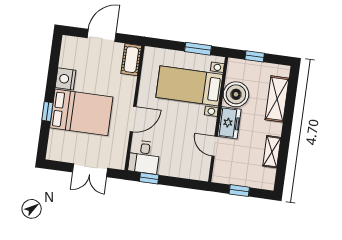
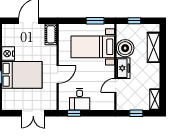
door: (214, 146) -> (115, 85), hinge flipped
shelving: (272, 152) -> (155, 99), moved
desk: (144, 157) -> (80, 99), moved

